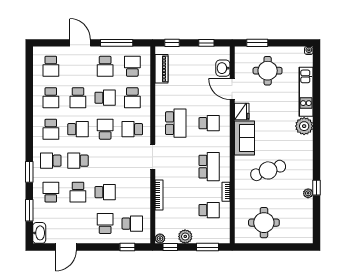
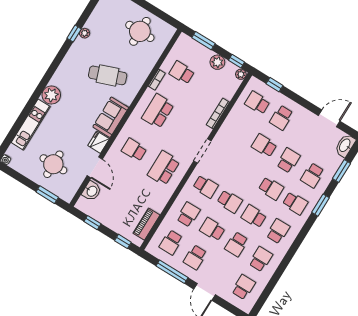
school desk: (105, 66) -> (195, 257), turned 180
school desk: (78, 98) -> (237, 244), turned 180
school desk: (105, 129) -> (230, 201), turned -90

